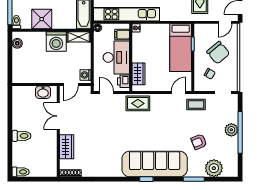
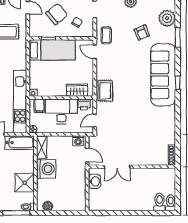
toilet: (22, 136) -> (159, 202), moved
wardrobe: (67, 147) -> (147, 159), removed

